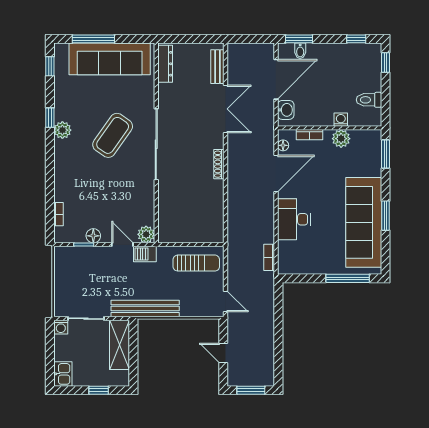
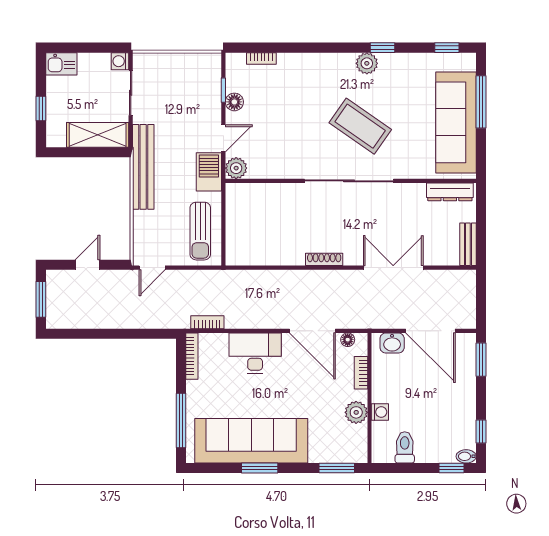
bidet: (300, 51) -> (466, 456), moved
bench: (217, 67) -> (468, 244), moved, turned 90
double door: (226, 109) -> (393, 268), swing flipped
barbecue: (145, 254) -> (209, 172), width x1.38, depth x1.27
bookcase: (296, 270) -> (192, 356), added

